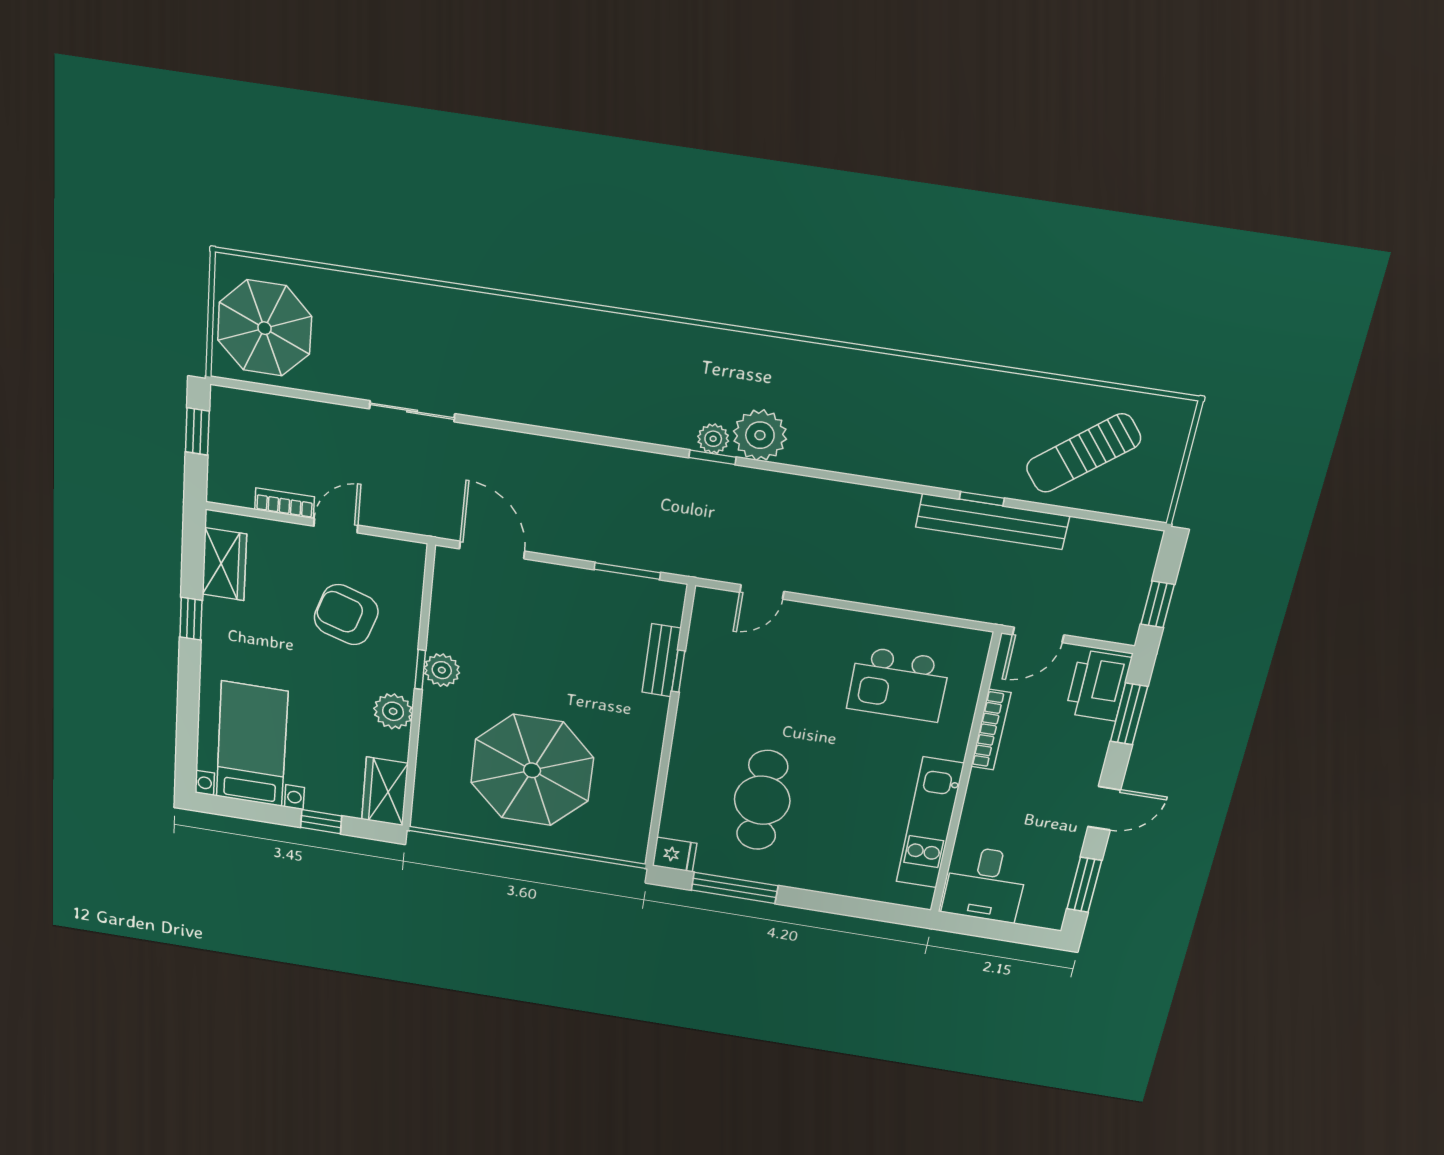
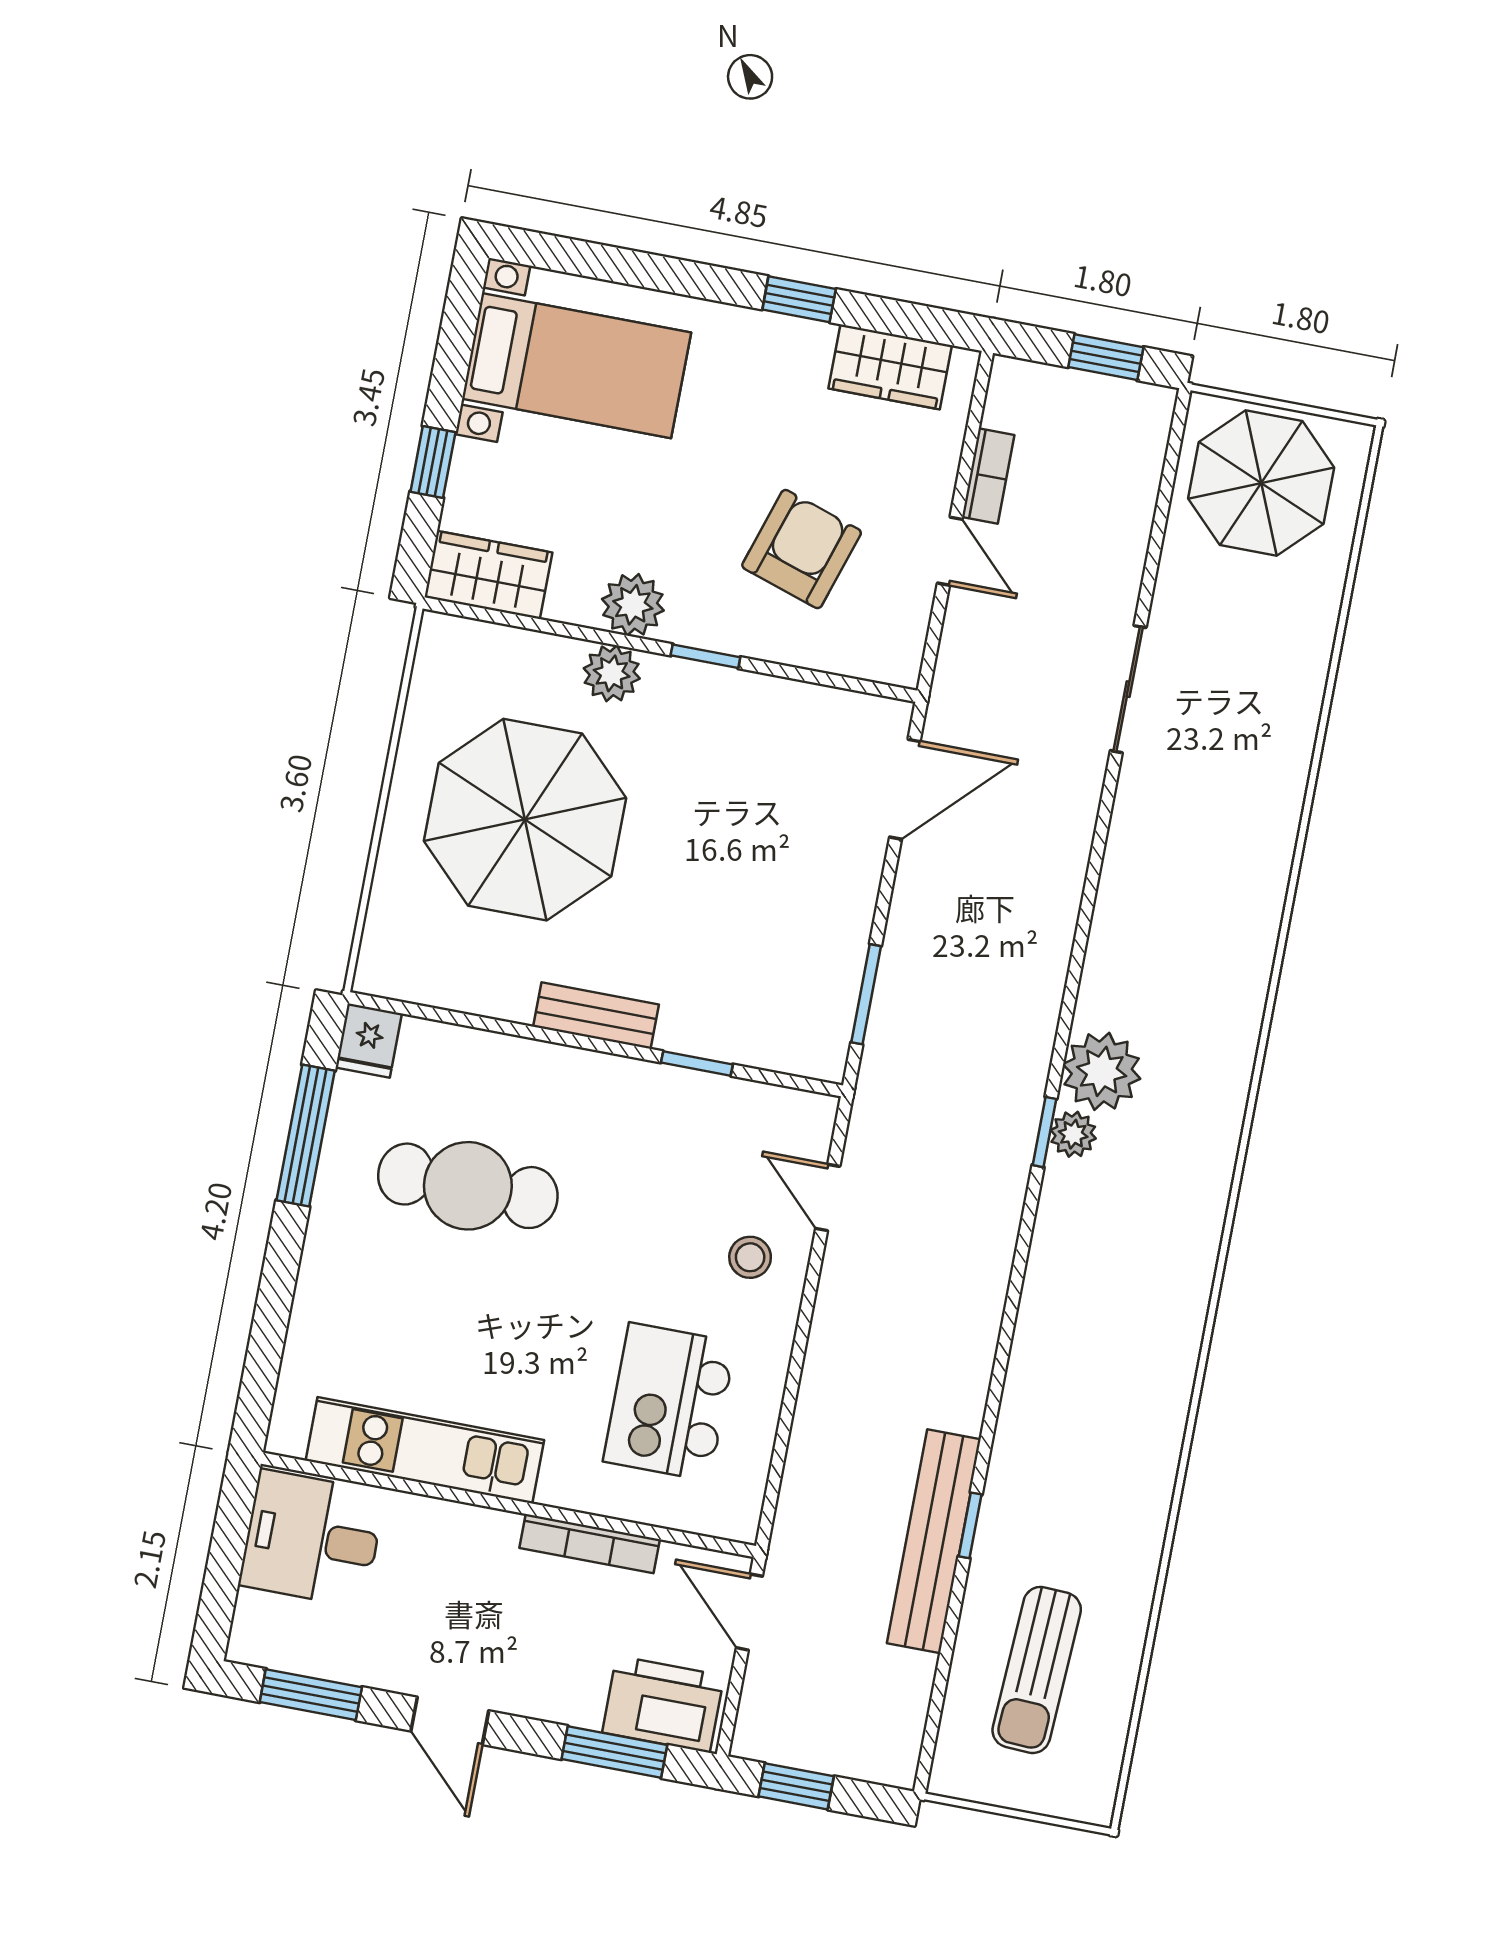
plant: (760, 435) -> (1102, 1071), moved
sun lounger: (1083, 453) -> (1037, 1670), turned -138
stool: (803, 638) -> (750, 1257), added
bench: (661, 660) -> (596, 1016), moved
plant: (442, 670) -> (612, 673), moved

